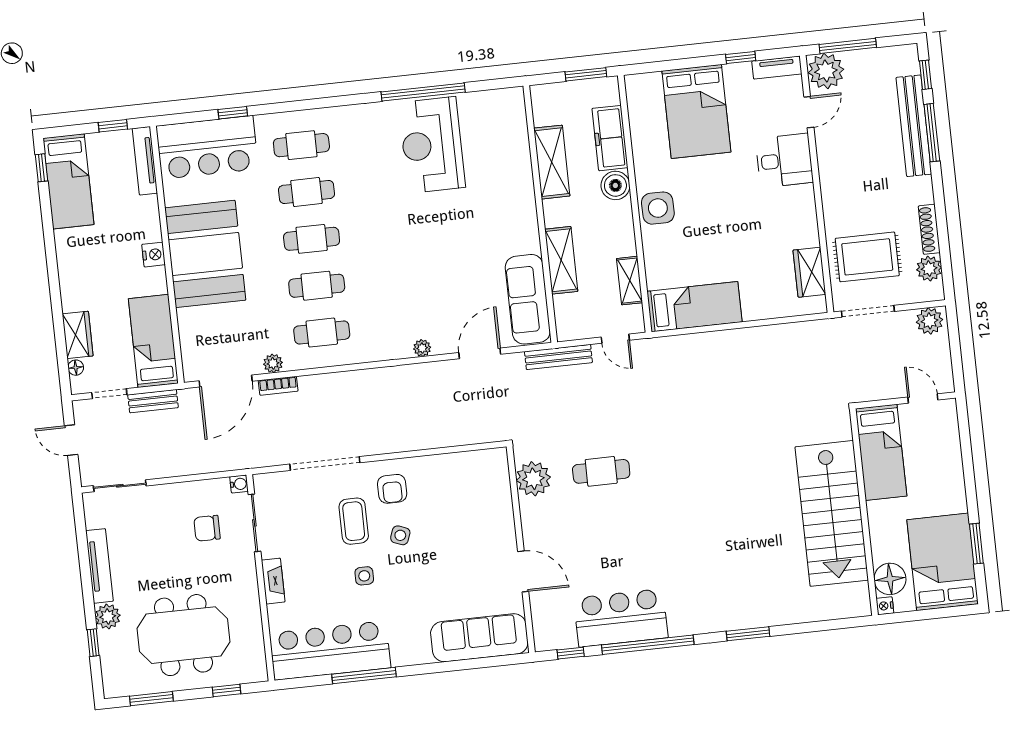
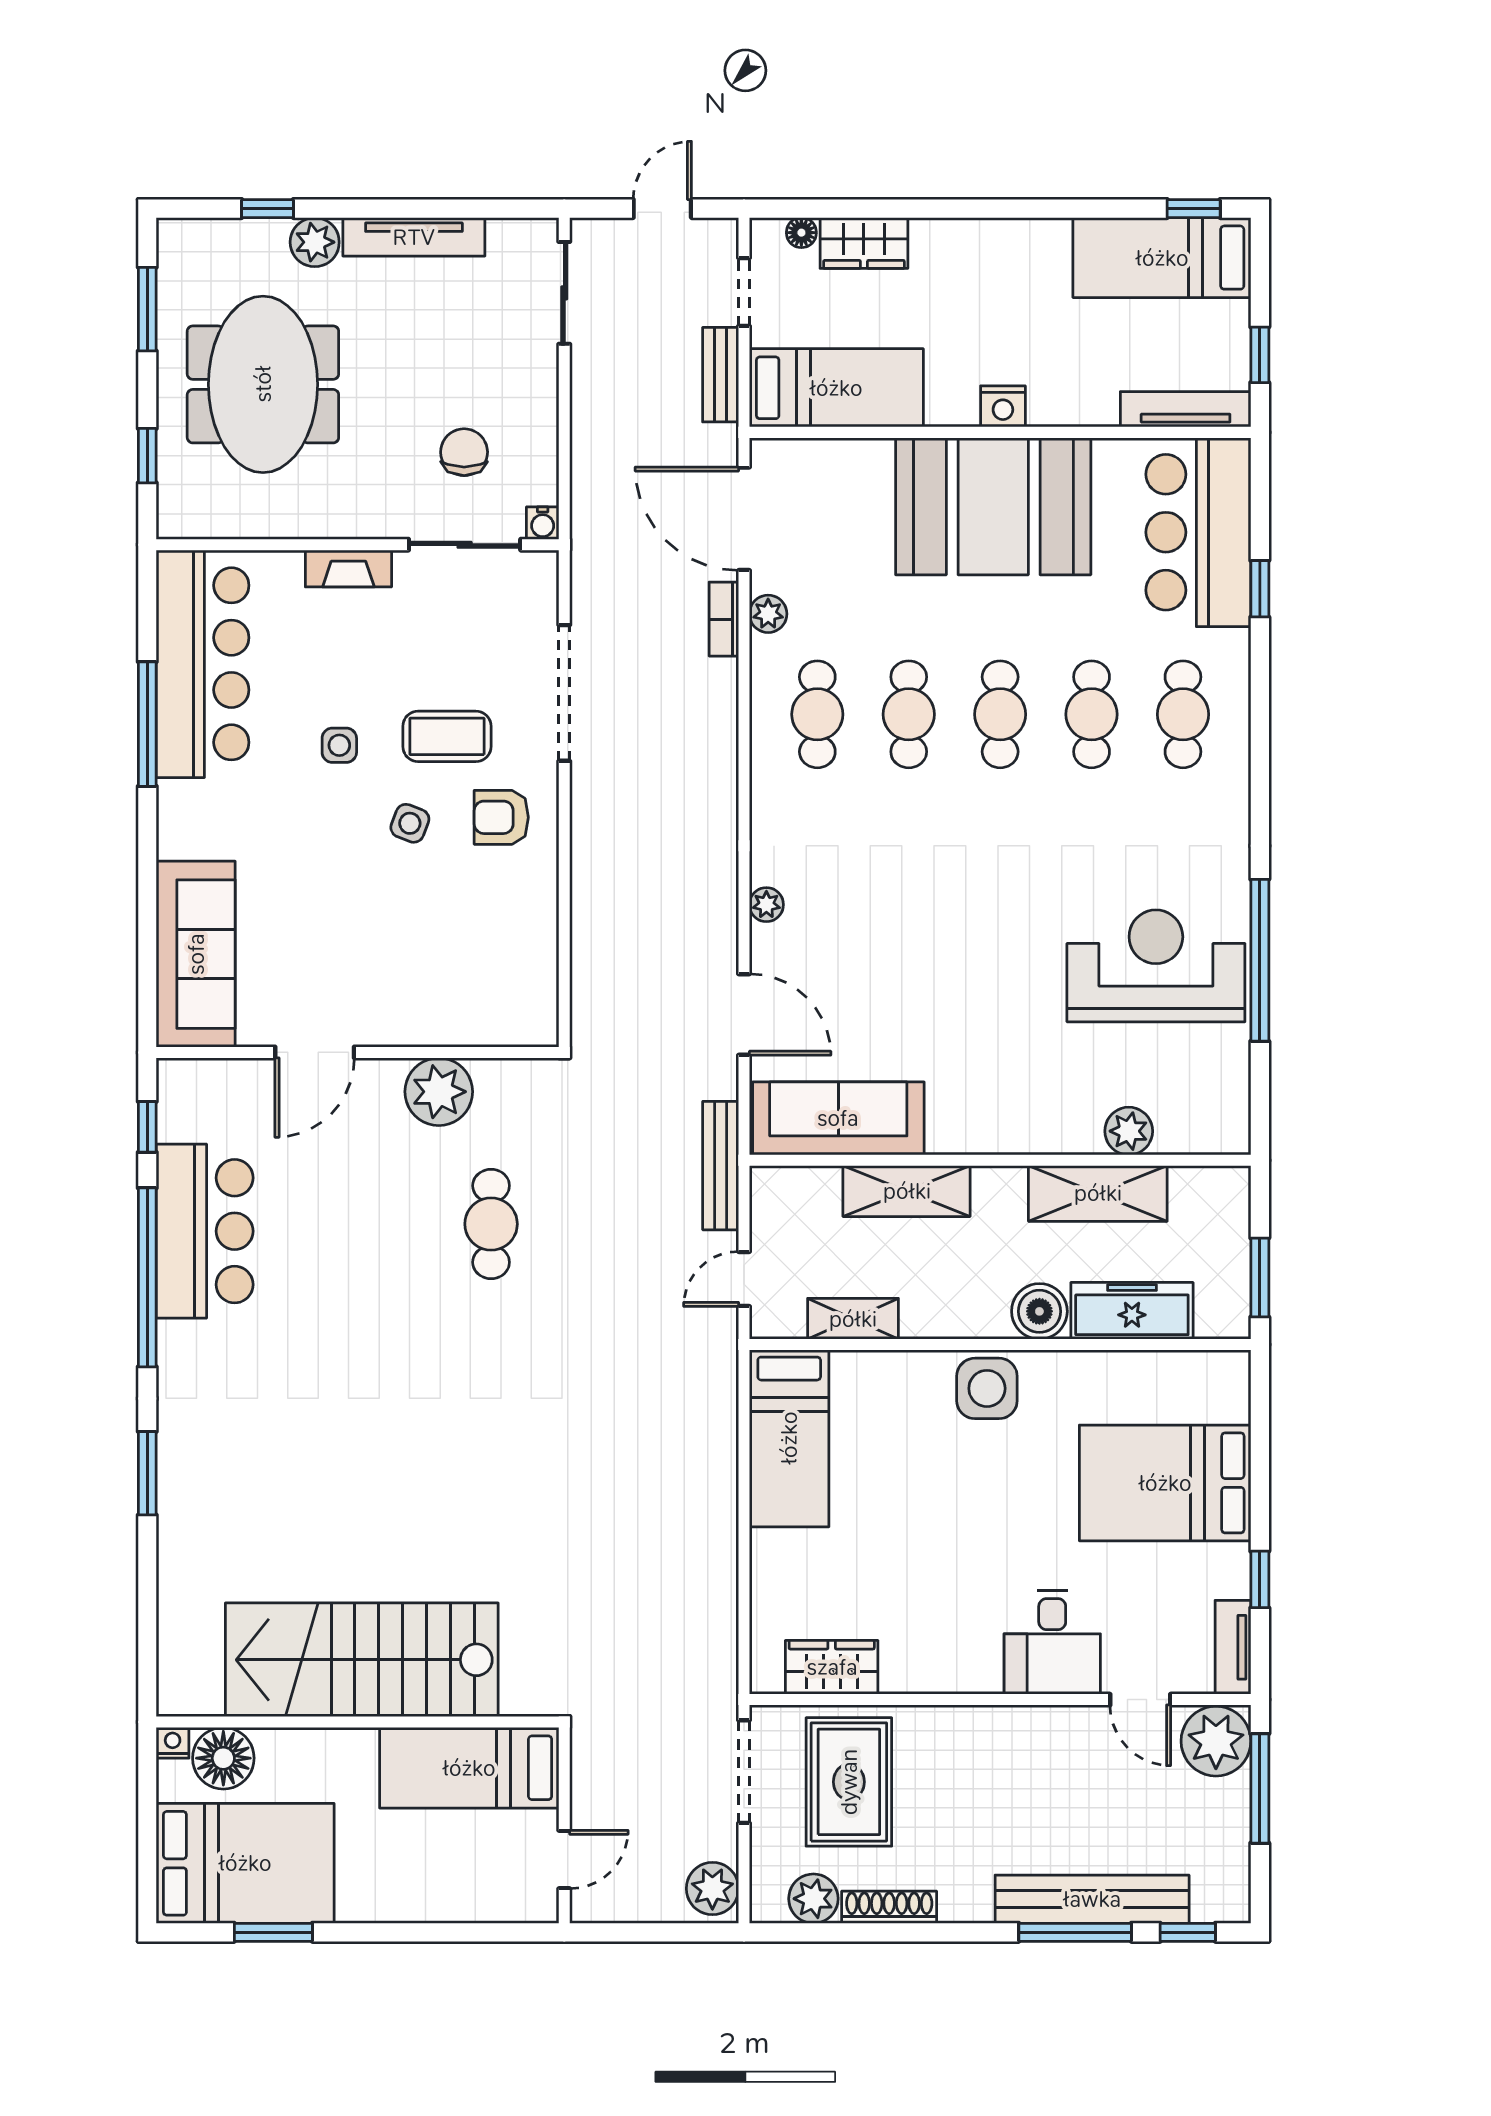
plant: (518, 150) -> (1129, 1131), added
plant: (533, 479) -> (439, 1092), moved

